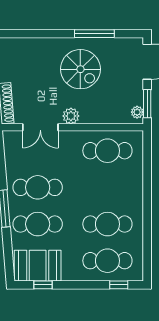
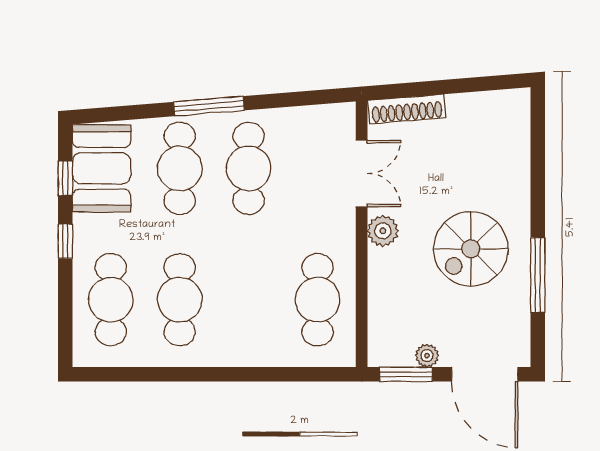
plant: (137, 112) -> (427, 356), moved
double door: (40, 127) -> (362, 173), swing flipped
window: (119, 285) -> (65, 241), moved

